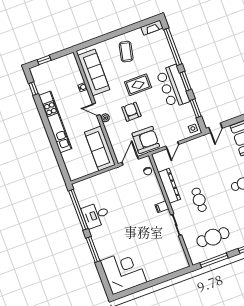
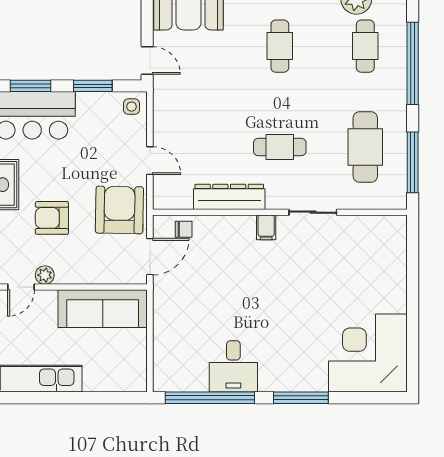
door: (130, 161) -> (150, 257), swing flipped

